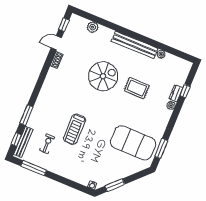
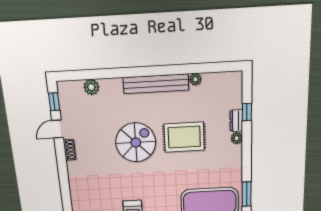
rug: (137, 88) -> (184, 137), width x1.36, depth x1.43

